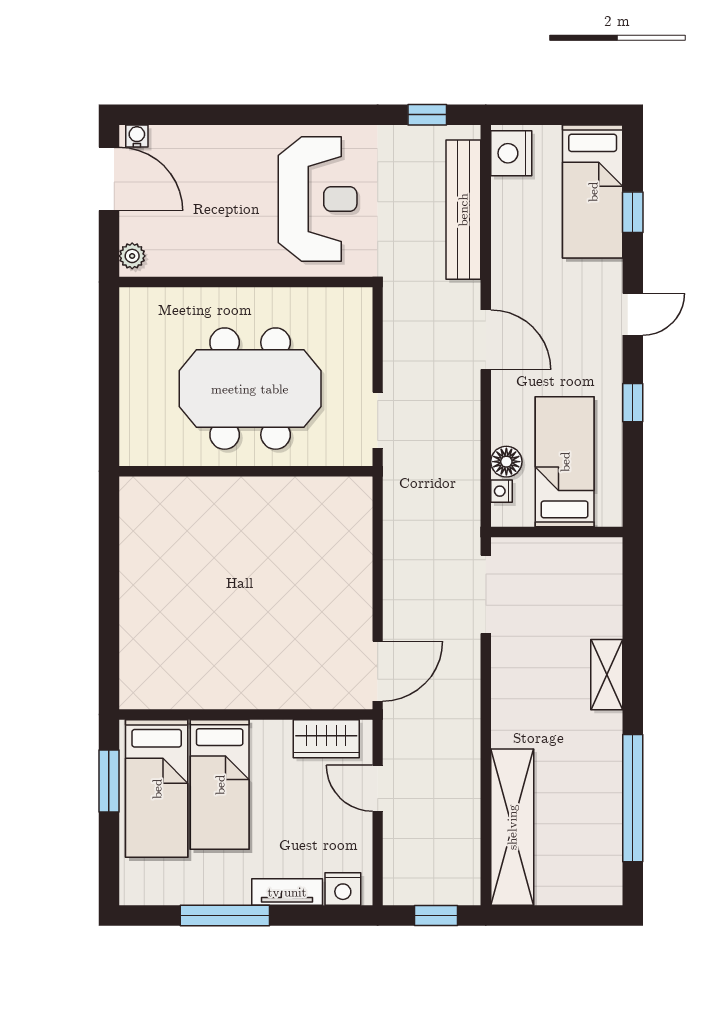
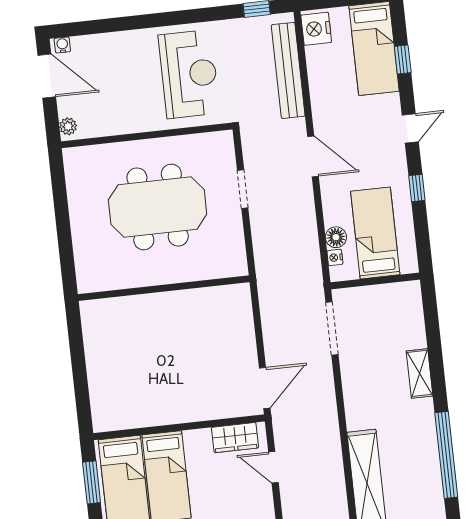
doorway: (378, 420) -> (243, 189), moved
wall: (246, 471) -> (164, 288), moved

